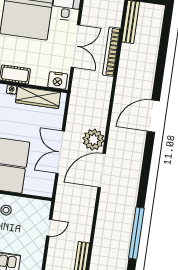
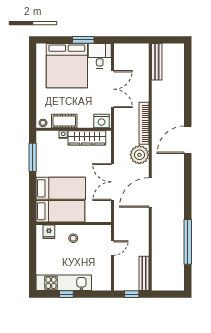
bookcase: (111, 52) -> (144, 123), moved
plant: (93, 140) -> (139, 155), moved

